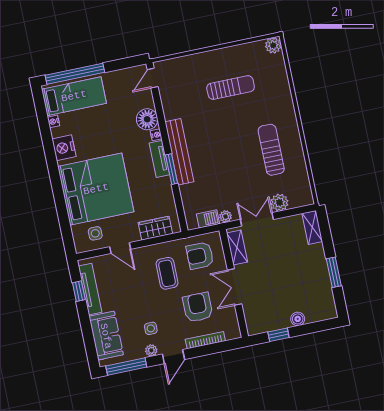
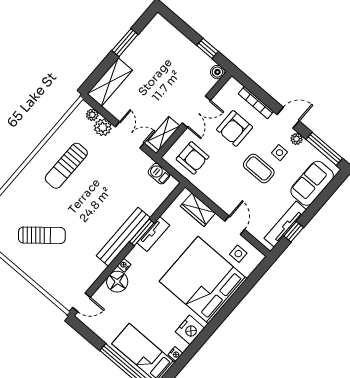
sun lounger: (231, 87) -> (42, 235), turned 140
tv unit: (159, 159) -> (153, 234), moved
plant: (226, 216) -> (92, 115), moved
double door: (257, 219) -> (130, 135), swing flipped
shelving: (312, 227) -> (110, 82), width x1.50, depth x1.33
coffee table: (167, 273) -> (259, 169), moved, turned 90
boiler: (298, 319) -> (217, 72), moved

